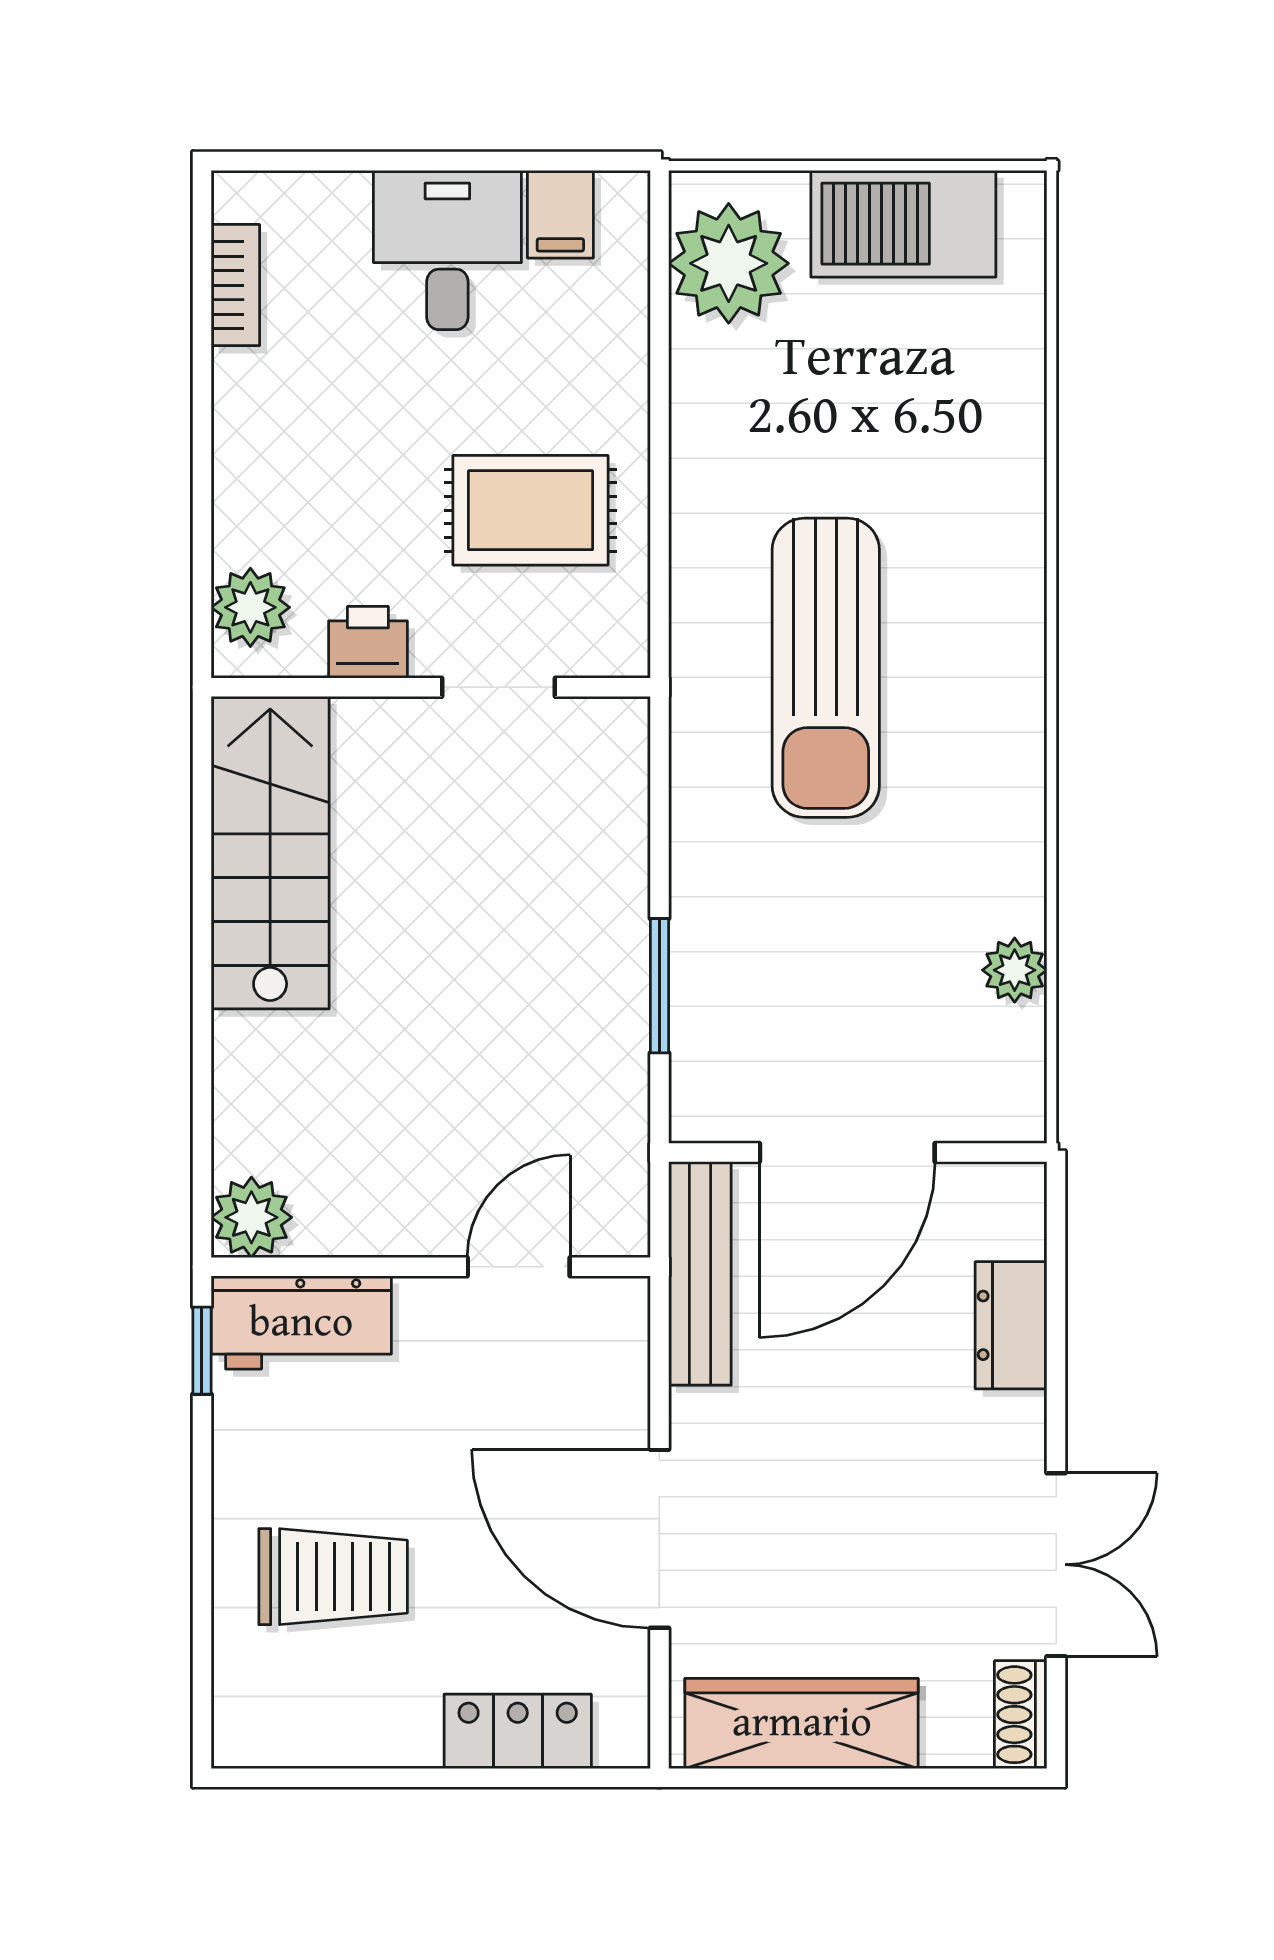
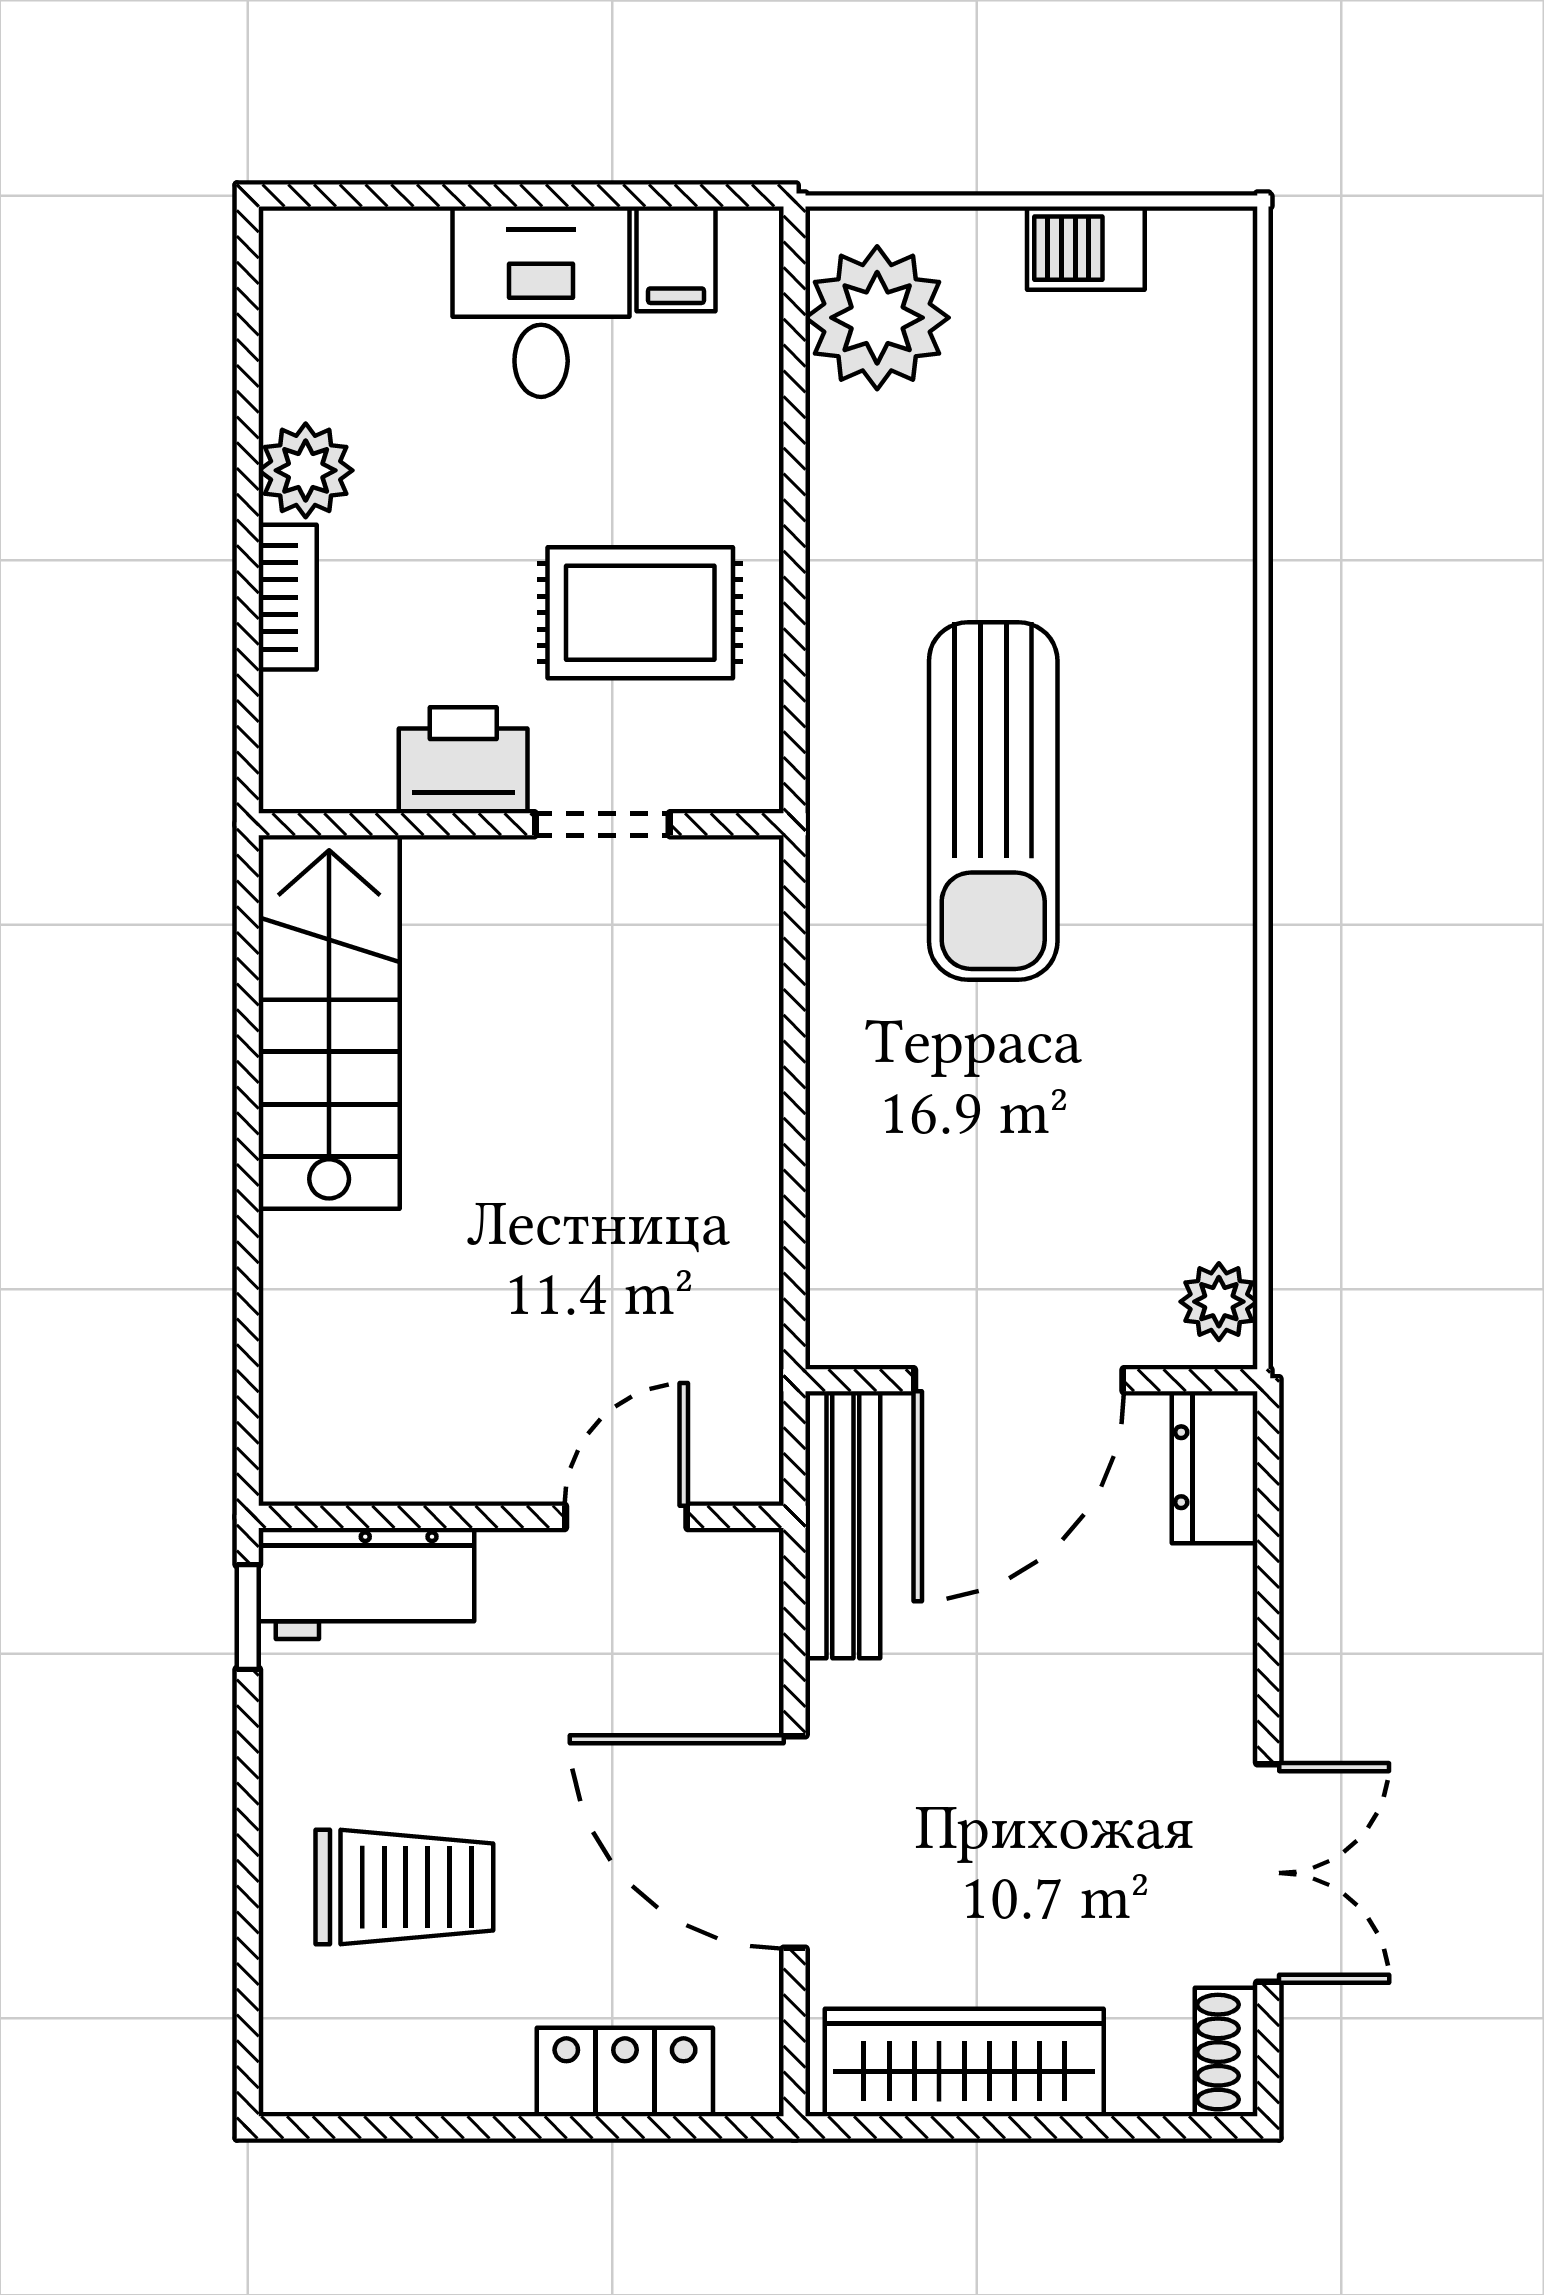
barbecue: (903, 224) -> (1086, 248), width x0.53, depth x0.65
bookcase: (235, 285) -> (288, 597), moved
plant: (250, 607) -> (306, 470), moved
printer: (368, 642) -> (463, 760), width x1.36, depth x1.24
plant: (1015, 970) -> (1219, 1302), moved
window: (659, 986) -> (794, 1181), removed
plant: (251, 1217) -> (307, 1458), removed
dresser: (1011, 1325) -> (1215, 1467), moved

